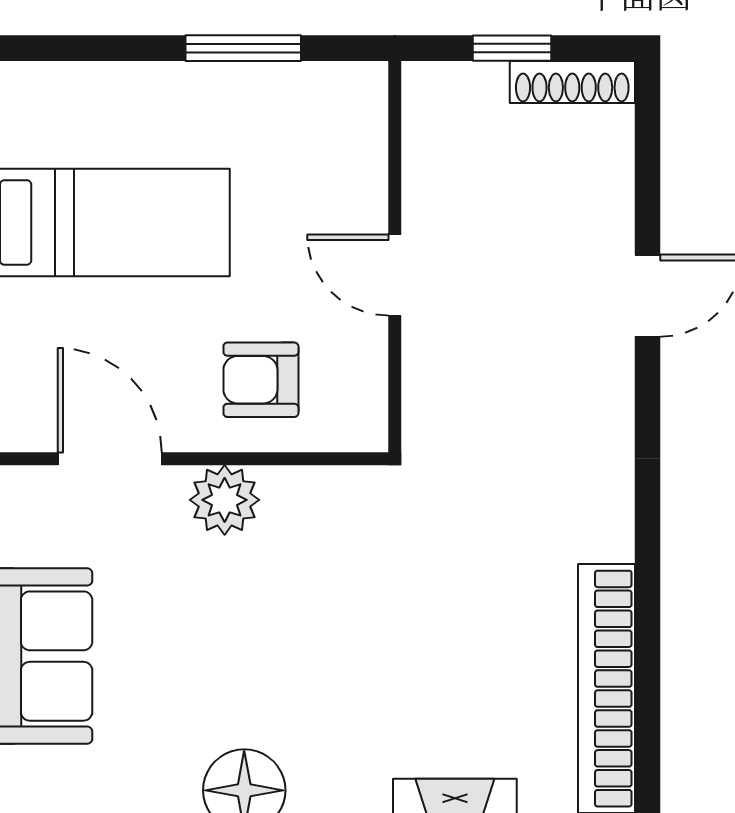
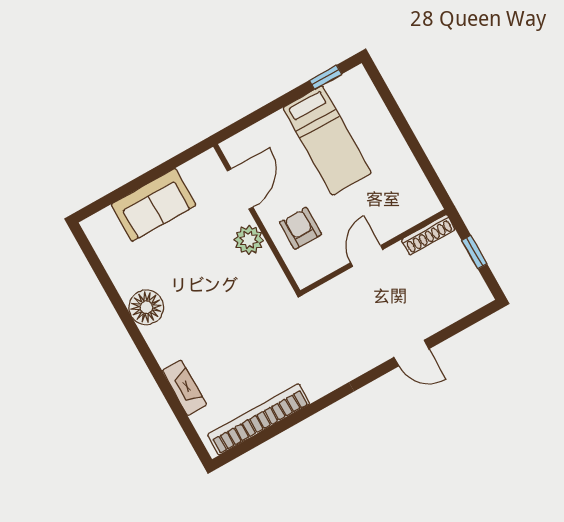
window: (243, 48) -> (419, 153), removed
shoe rack: (572, 82) -> (428, 235), moved, turned -90

